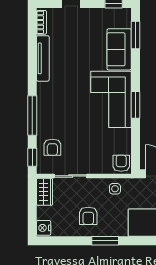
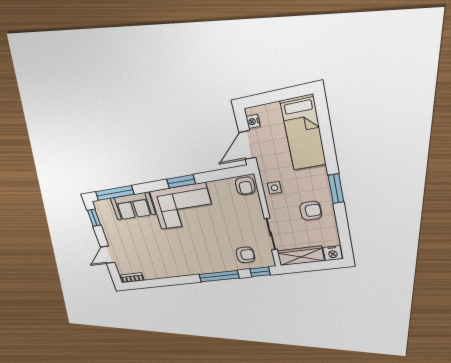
window: (136, 35) -> (115, 193), width x1.44
tv unit: (43, 58) -> (164, 273), removed
armchair: (121, 163) -> (245, 186), turned -90
wardrobe: (45, 192) -> (301, 256), width x1.50

